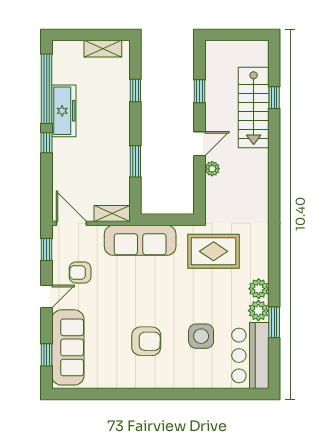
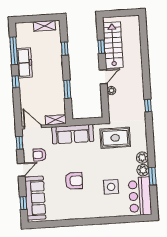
window: (47, 89) -> (14, 51), width x0.68
window: (274, 98) -> (148, 106), moved
stairs: (254, 108) -> (113, 45), moved, turned 180
armchair: (146, 341) -> (74, 181), moved

